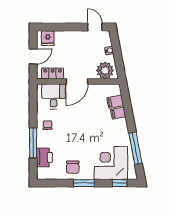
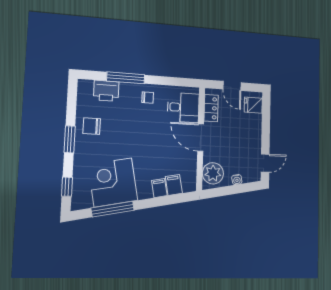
corner desk: (111, 163) -> (113, 182), moved, turned -101

